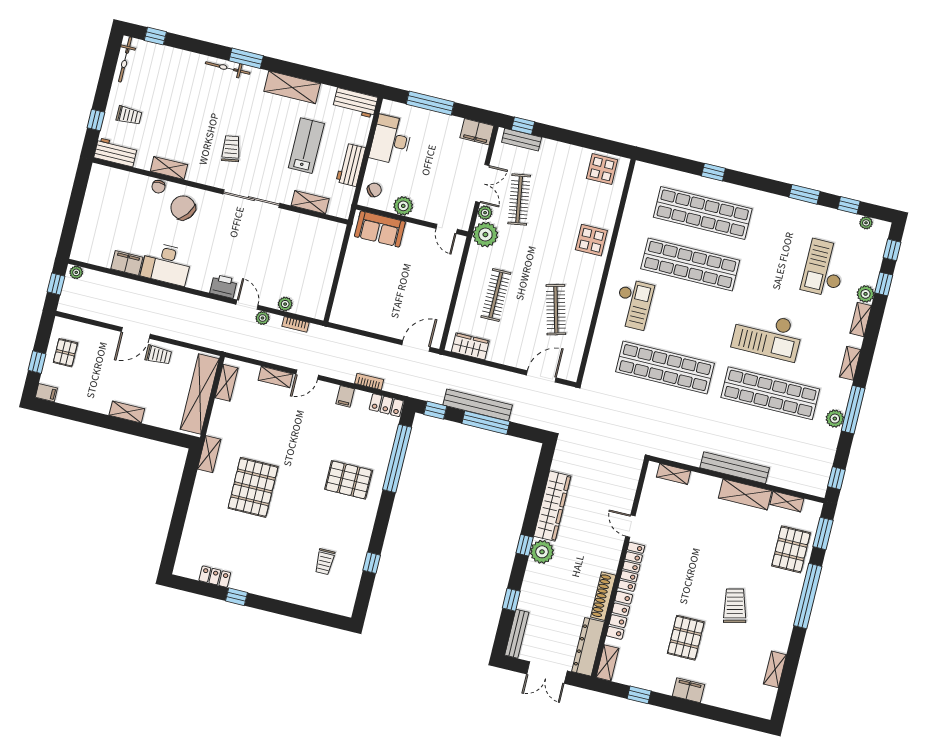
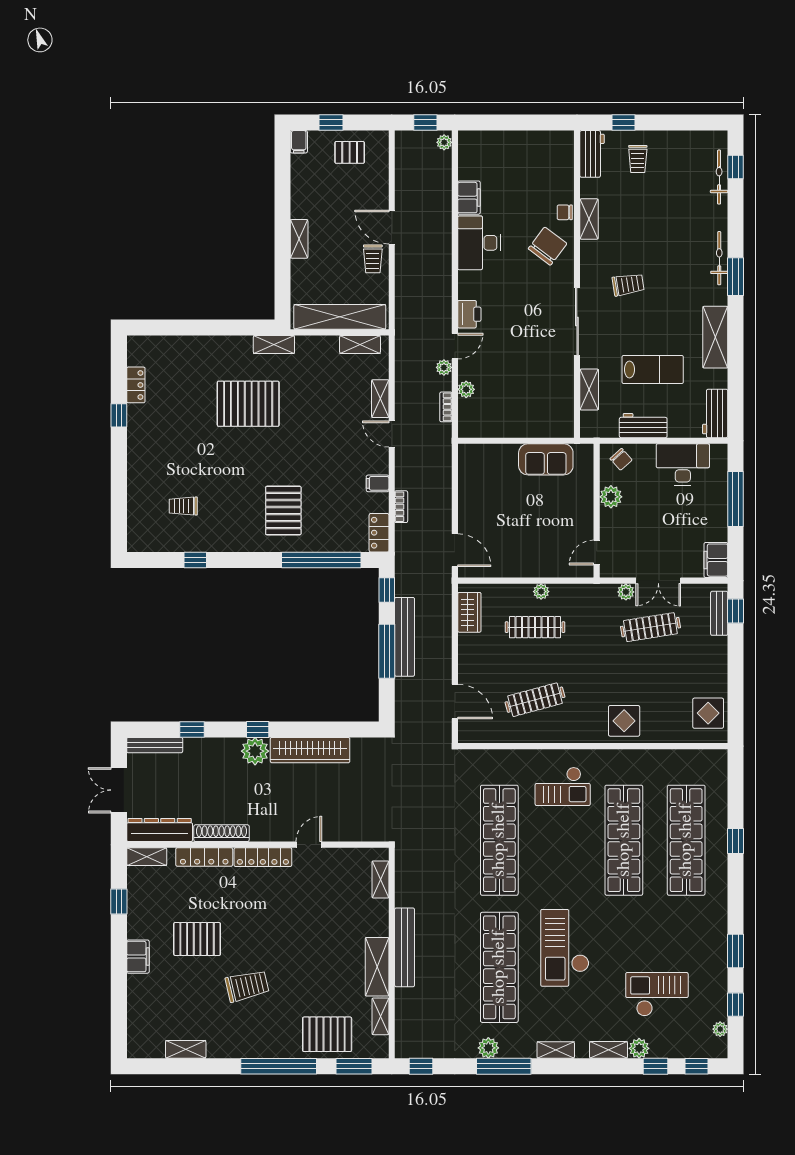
bicycle: (125, 59) -> (719, 177), moved, turned 90
sofa: (380, 229) -> (546, 459), moved, turned -90
plant: (485, 235) -> (541, 592), moved, width x0.53, depth x0.53

